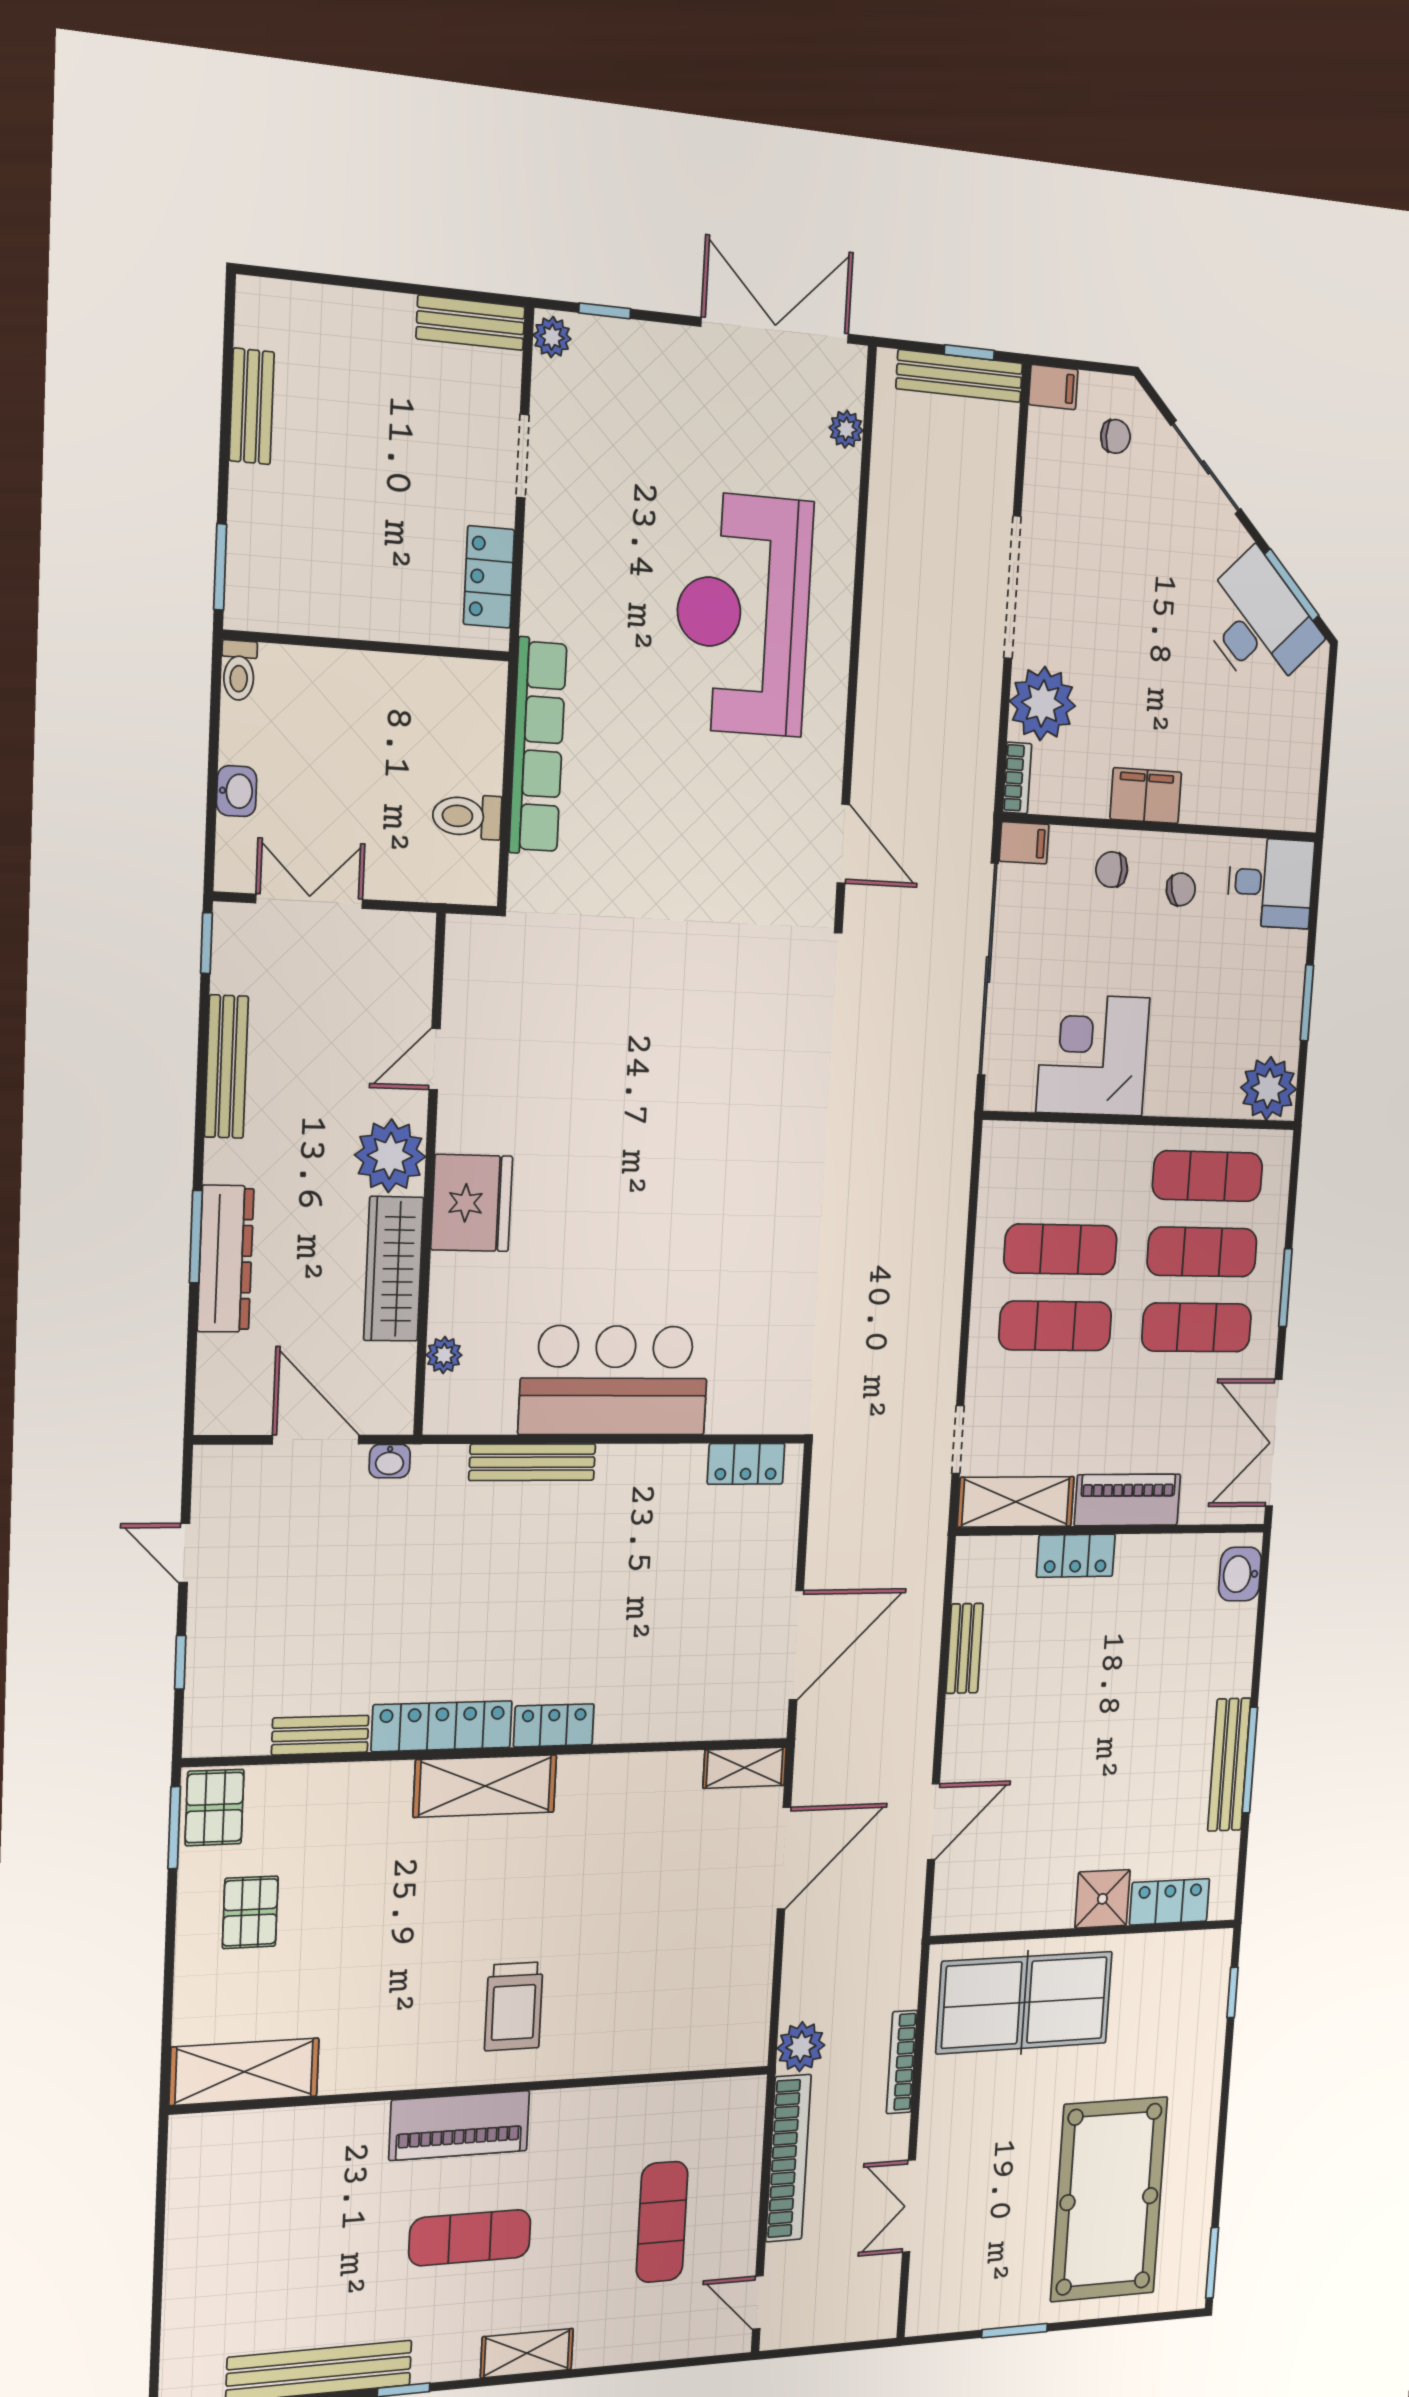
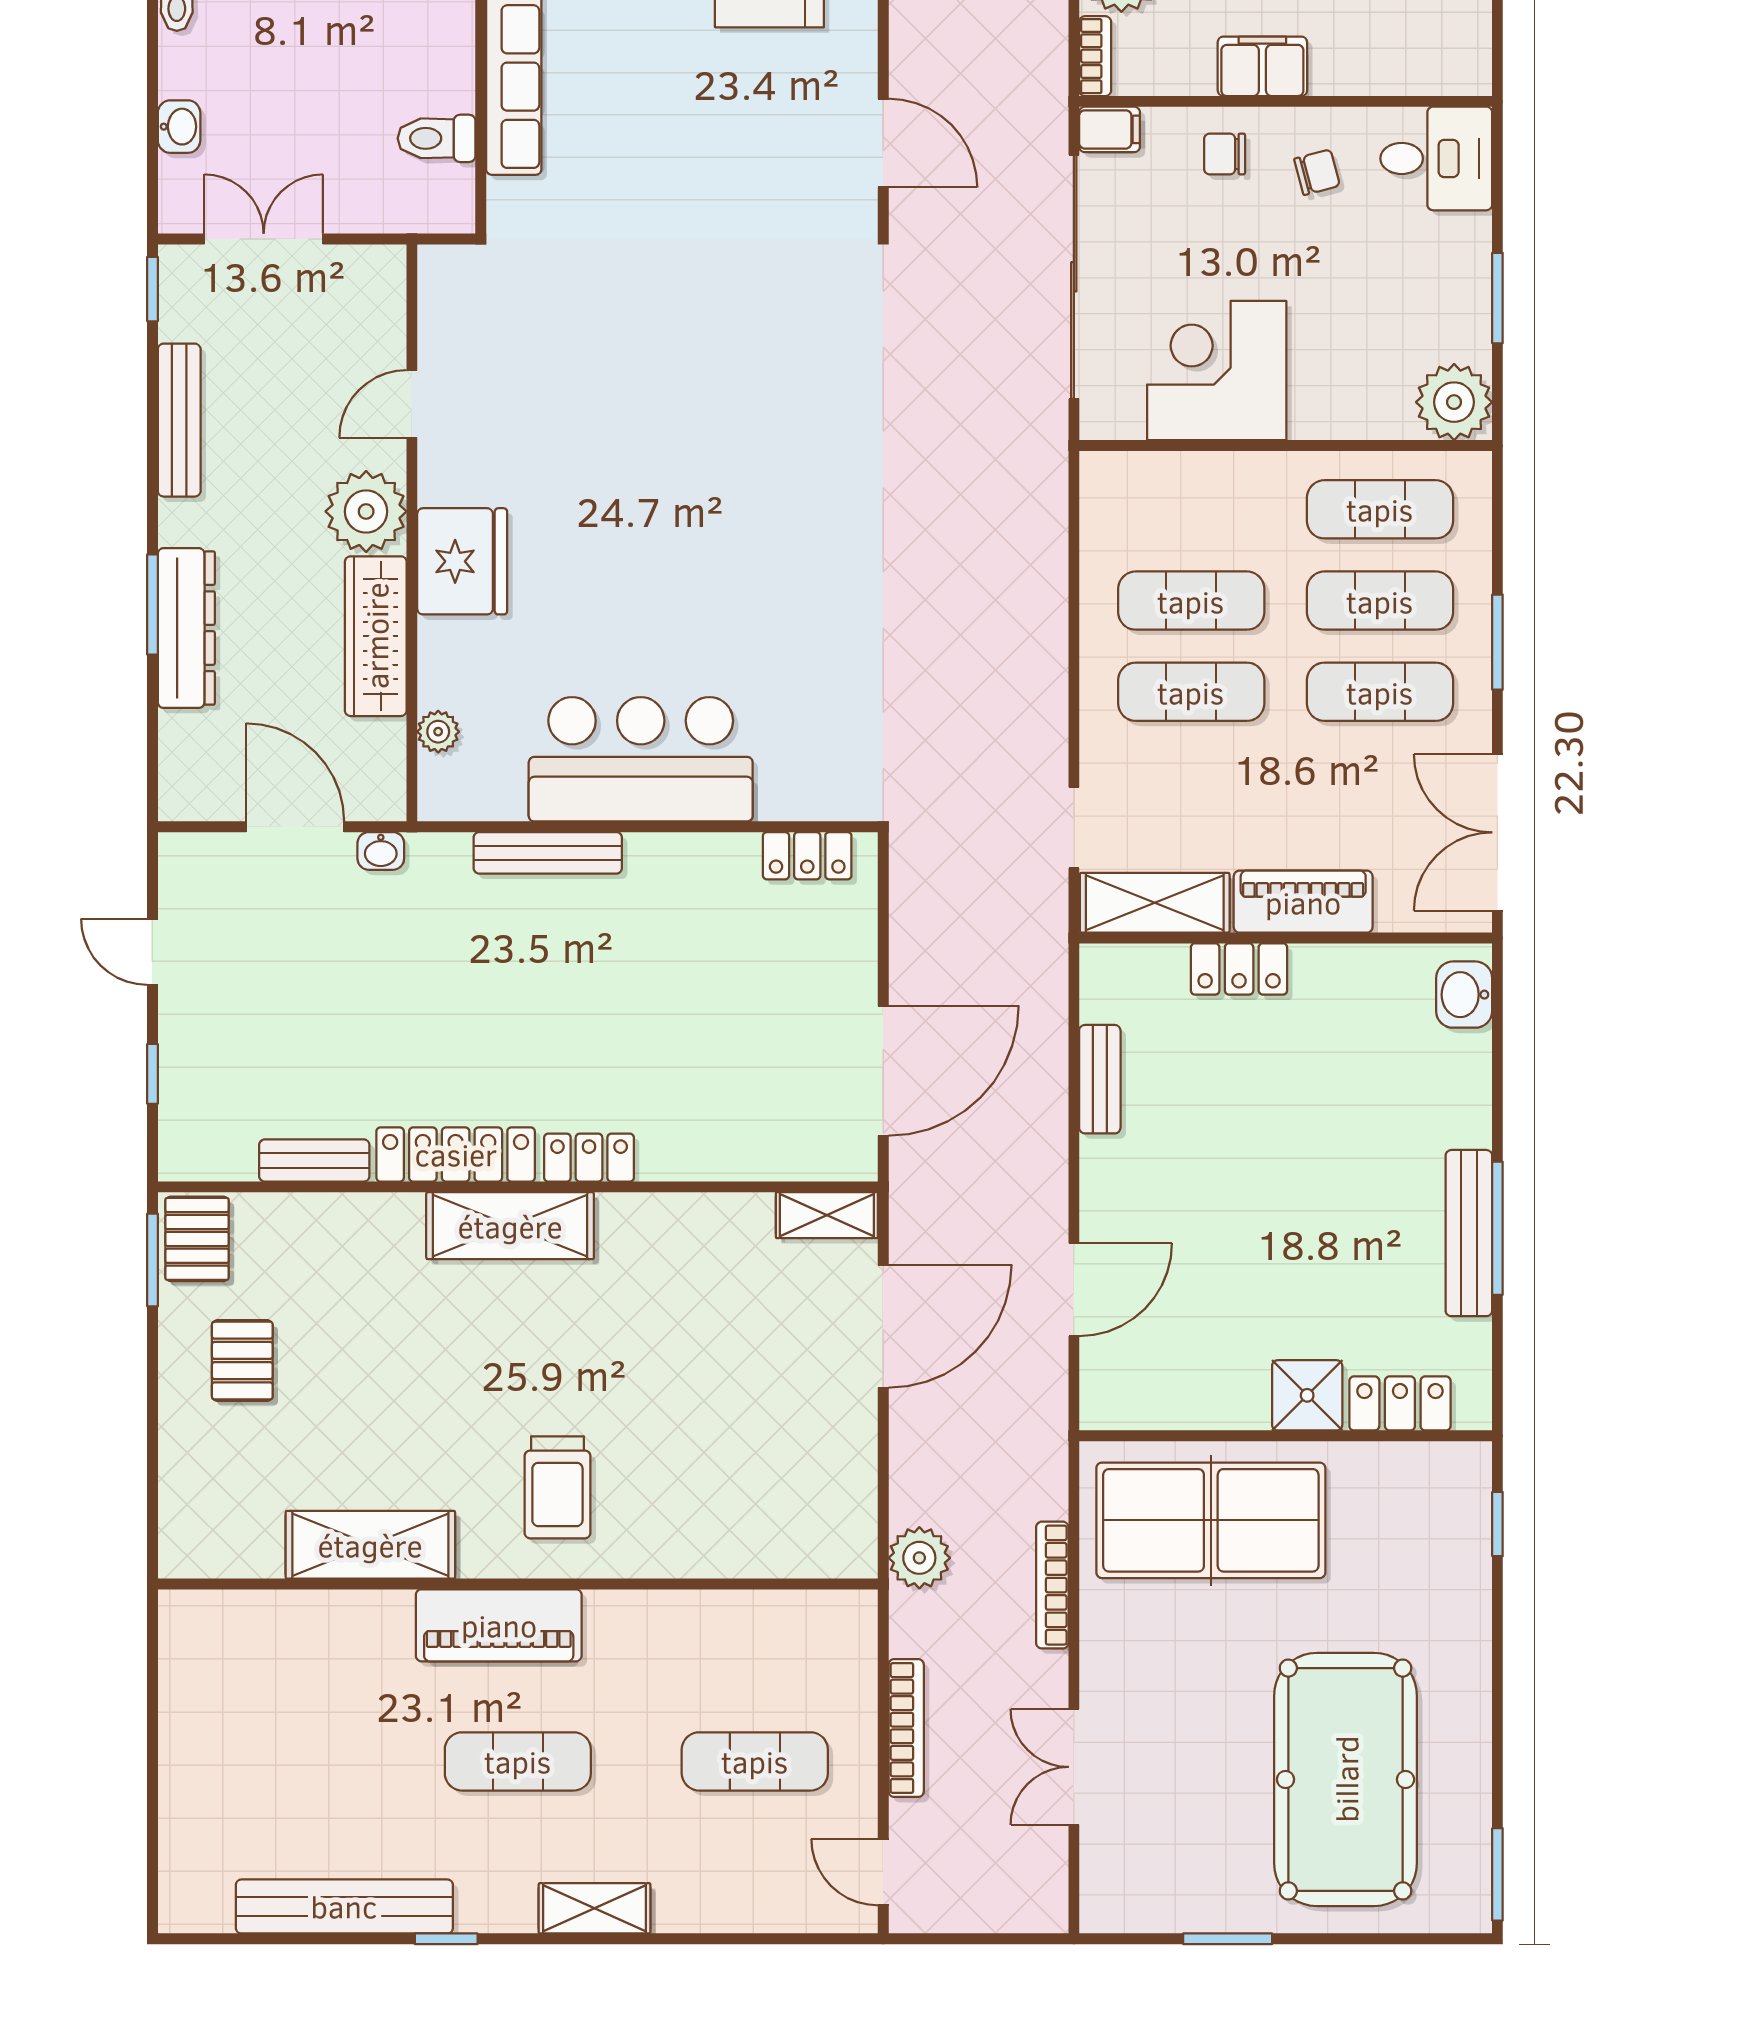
shelving: (244, 2072) -> (370, 1545), moved
bookcase: (788, 2158) -> (906, 1728), width x0.68, depth x0.76
exercise mat: (662, 2222) -> (755, 1761), turned 90

